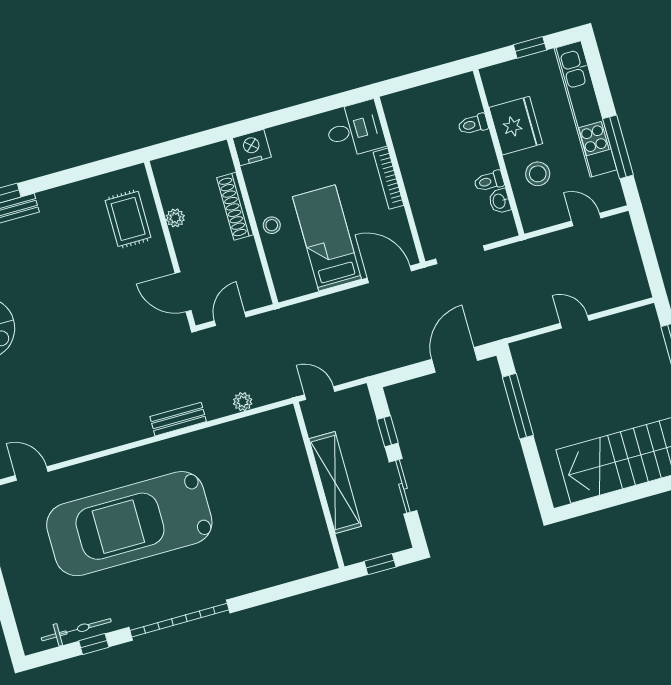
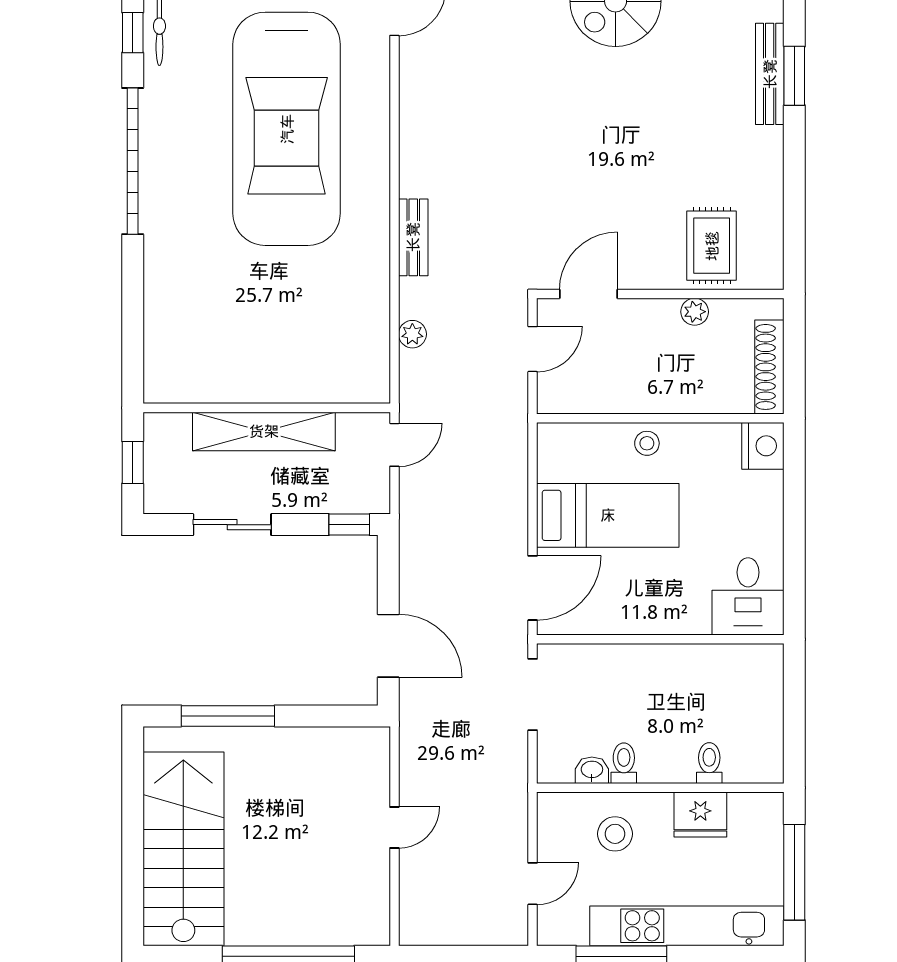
window: (530, 47) -> (794, 872), width x2.17
fridge: (516, 126) -> (700, 815), width x0.73, depth x0.75
bookcase: (388, 179) -> (666, 624), removed
shoe rack: (235, 206) -> (769, 367), moved, turned -90
rug: (128, 219) -> (712, 246), turned 90
door: (230, 319) -> (533, 349), hinge flipped
window: (518, 406) -> (228, 716), moved
window: (388, 431) -> (349, 525), moved
car: (129, 524) -> (287, 129), turned 180

